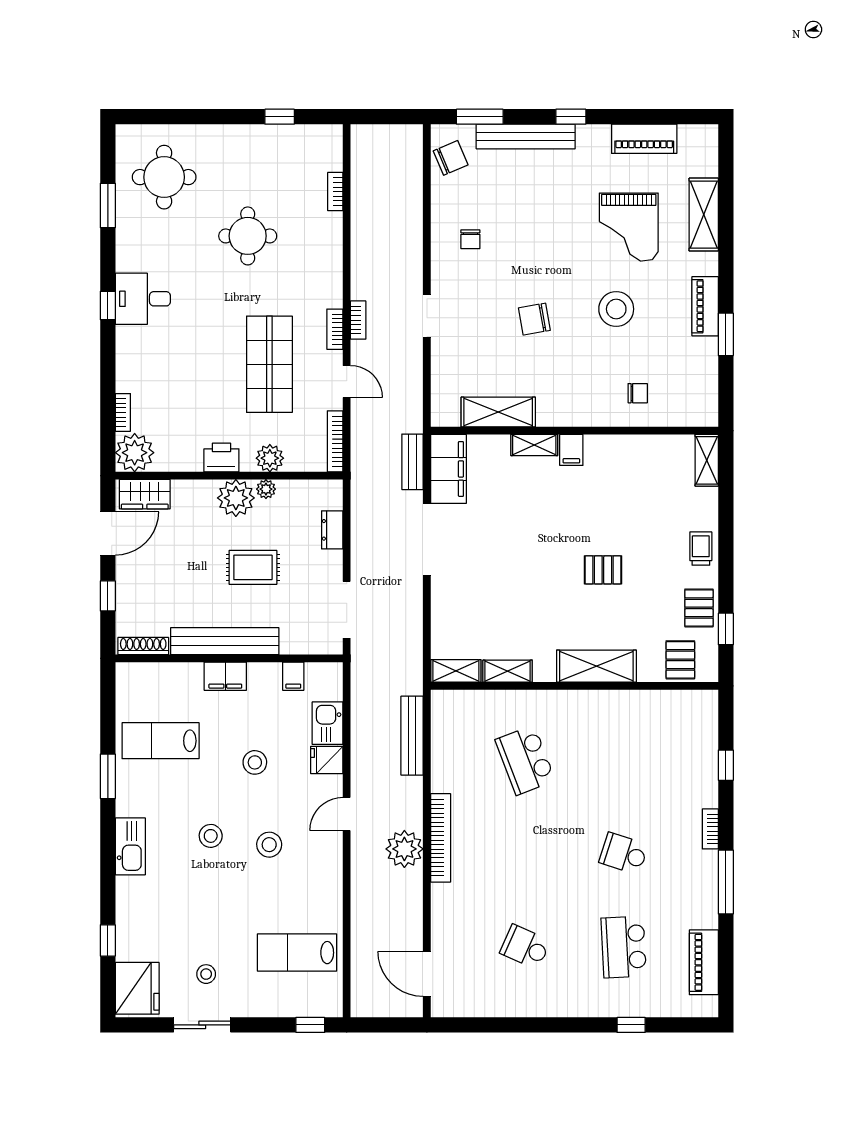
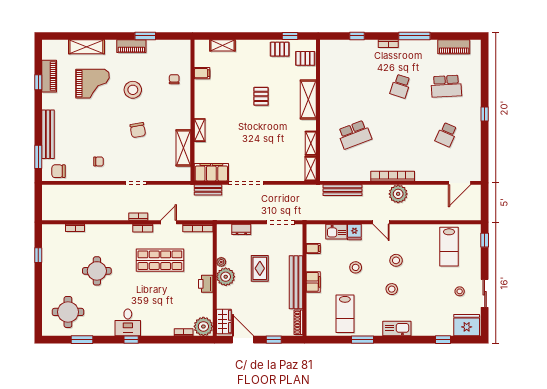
window: (571, 117) -> (38, 82), moved
chair: (451, 158) -> (59, 171), turned -67
filing cabinet: (571, 450) -> (202, 73), moved
plant: (270, 458) -> (206, 260), removed
shelving: (707, 460) -> (222, 45), moved
trolley: (701, 549) -> (251, 48), removed
window: (631, 1025) -> (485, 114), moved

